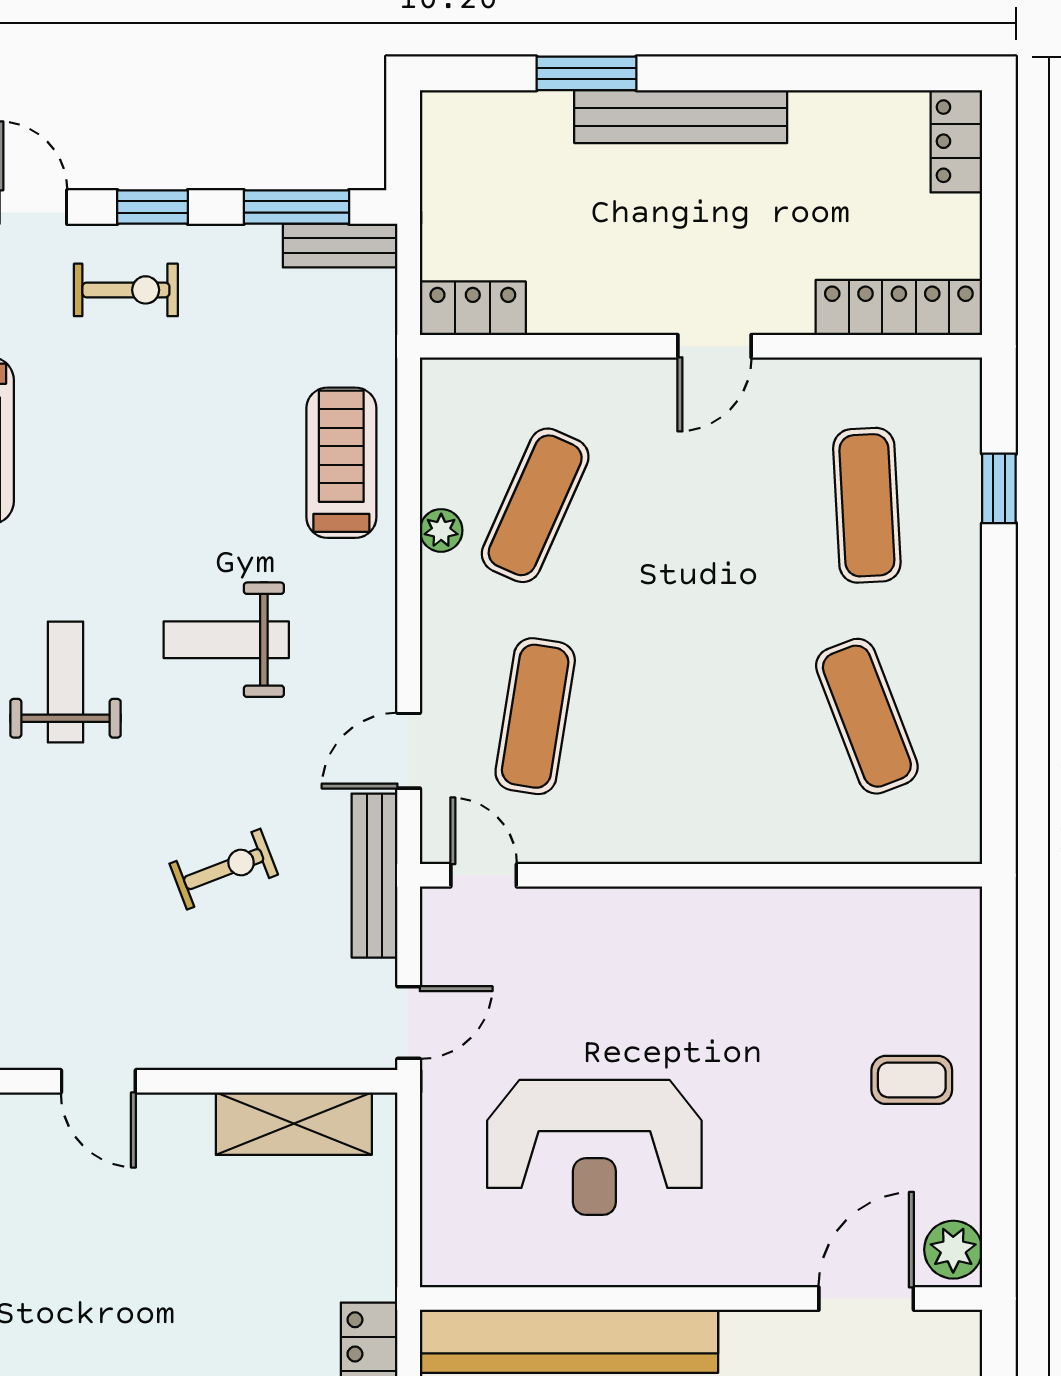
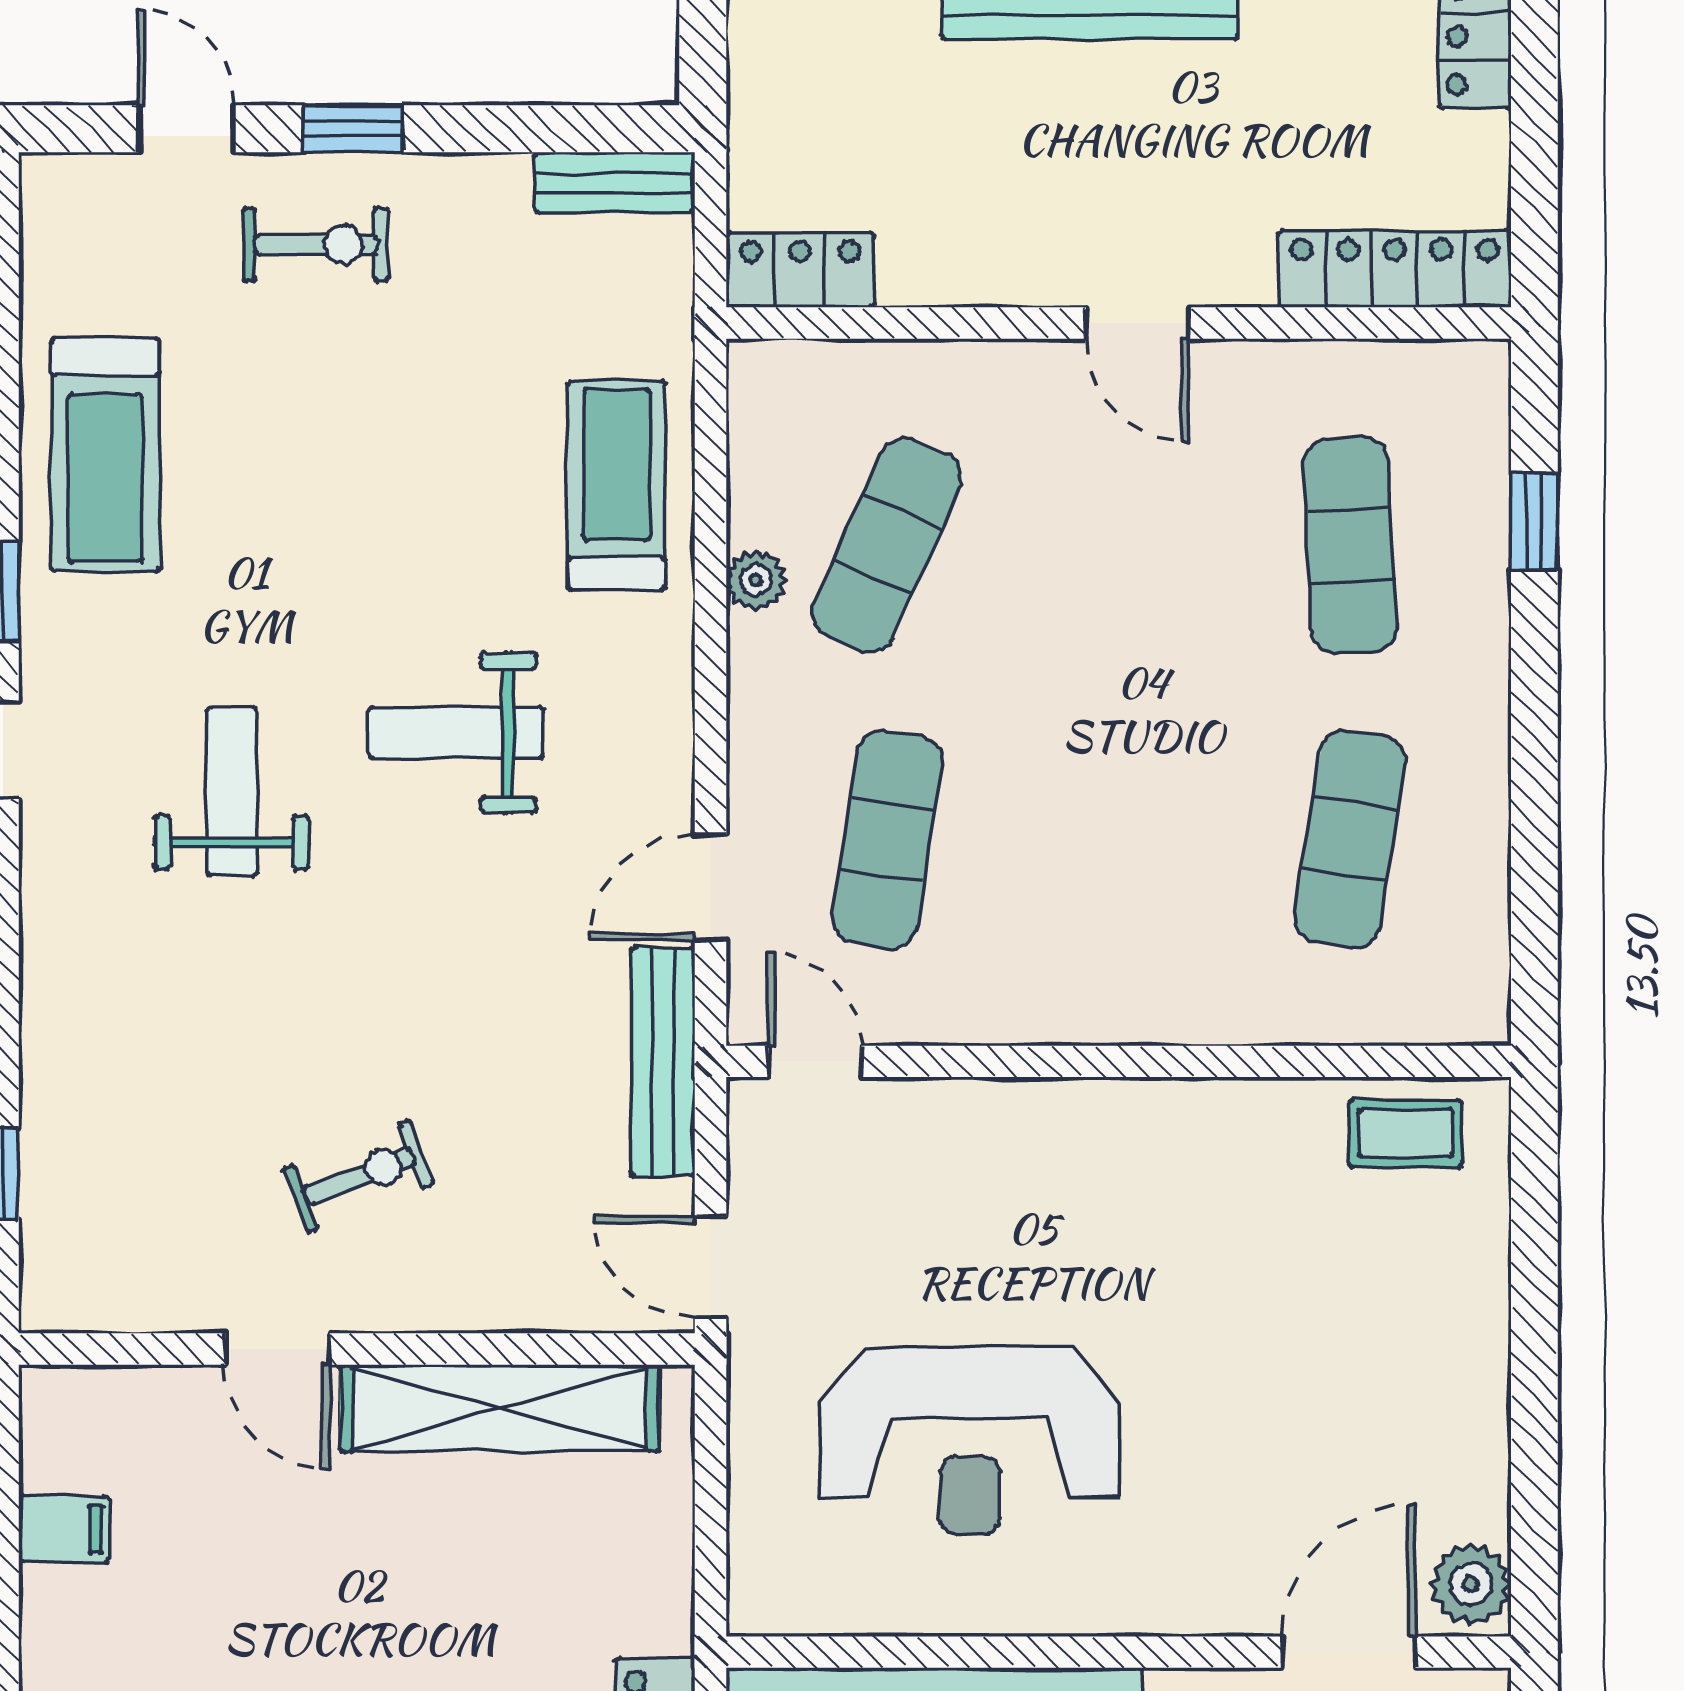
window: (296, 207) -> (554, 129), removed
door: (714, 346) -> (1137, 323), hinge flipped
exercise mat: (867, 716) -> (1350, 839), turned 30
exercise bike: (224, 869) -> (359, 1176), moved
door: (409, 1023) -> (711, 1267), swing flipped
coffee table: (912, 1080) -> (1405, 1133), moved
shelving: (294, 1124) -> (499, 1408), width x1.47

